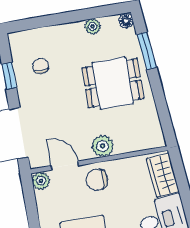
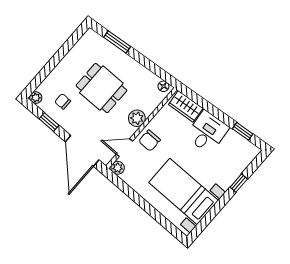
floor lamp: (126, 21) -> (163, 86), moved
plant: (93, 26) -> (36, 98), moved
dining table: (113, 83) -> (101, 88), moved, turned 90

